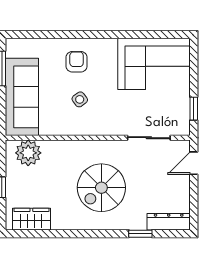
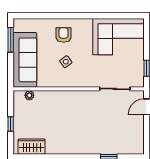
plant: (28, 153) -> (29, 95), width x0.53, depth x0.53
spiral stairs: (101, 188) -> (81, 124), removed
dresser: (169, 222) -> (129, 148), removed

